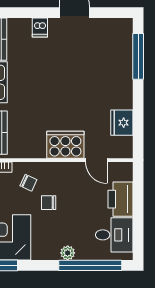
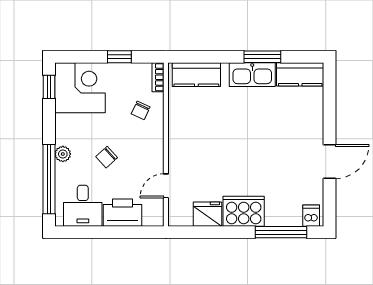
dishwasher: (40, 28) -> (311, 216), moved, turned 90
cooker: (65, 145) -> (244, 211), moved, turned -90
chair: (49, 203) -> (107, 157), moved, turned -132

